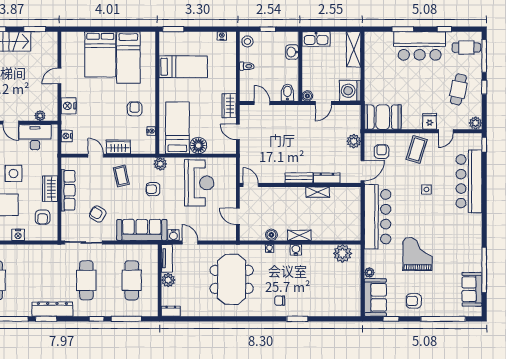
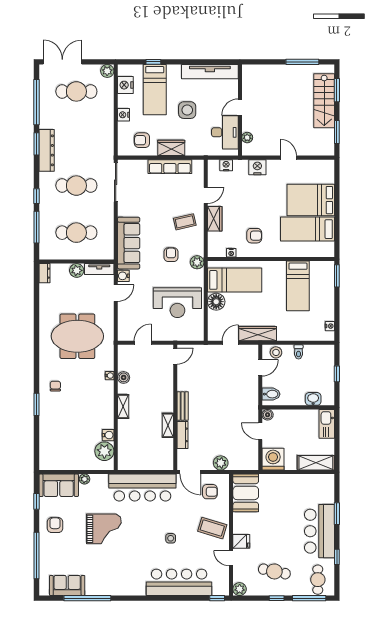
stool: (247, 41) -> (276, 352), moved
wardrobe: (229, 106) -> (258, 334), width x1.50
armchair: (98, 214) -> (145, 197), removed
water cooler: (296, 250) -> (108, 435), moved

